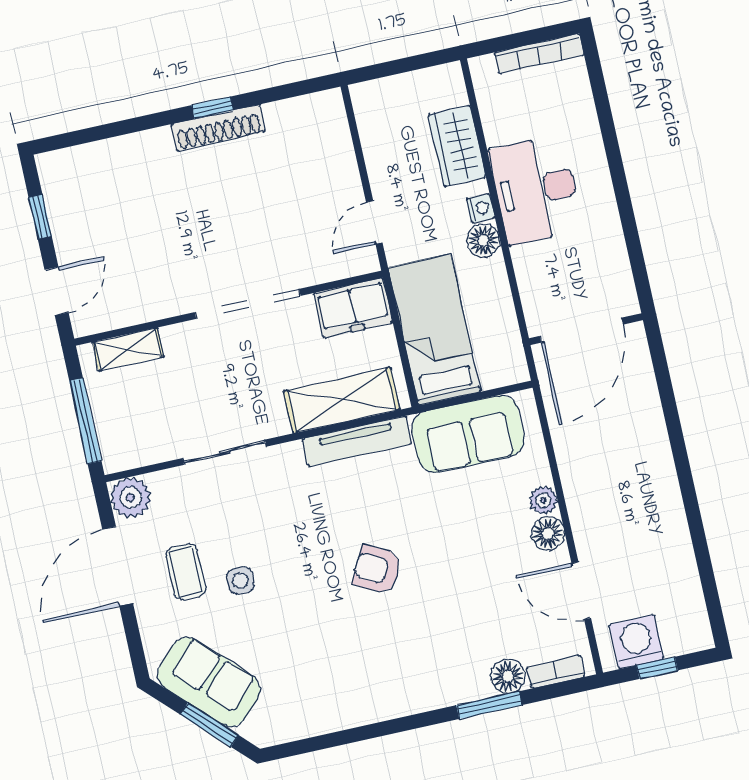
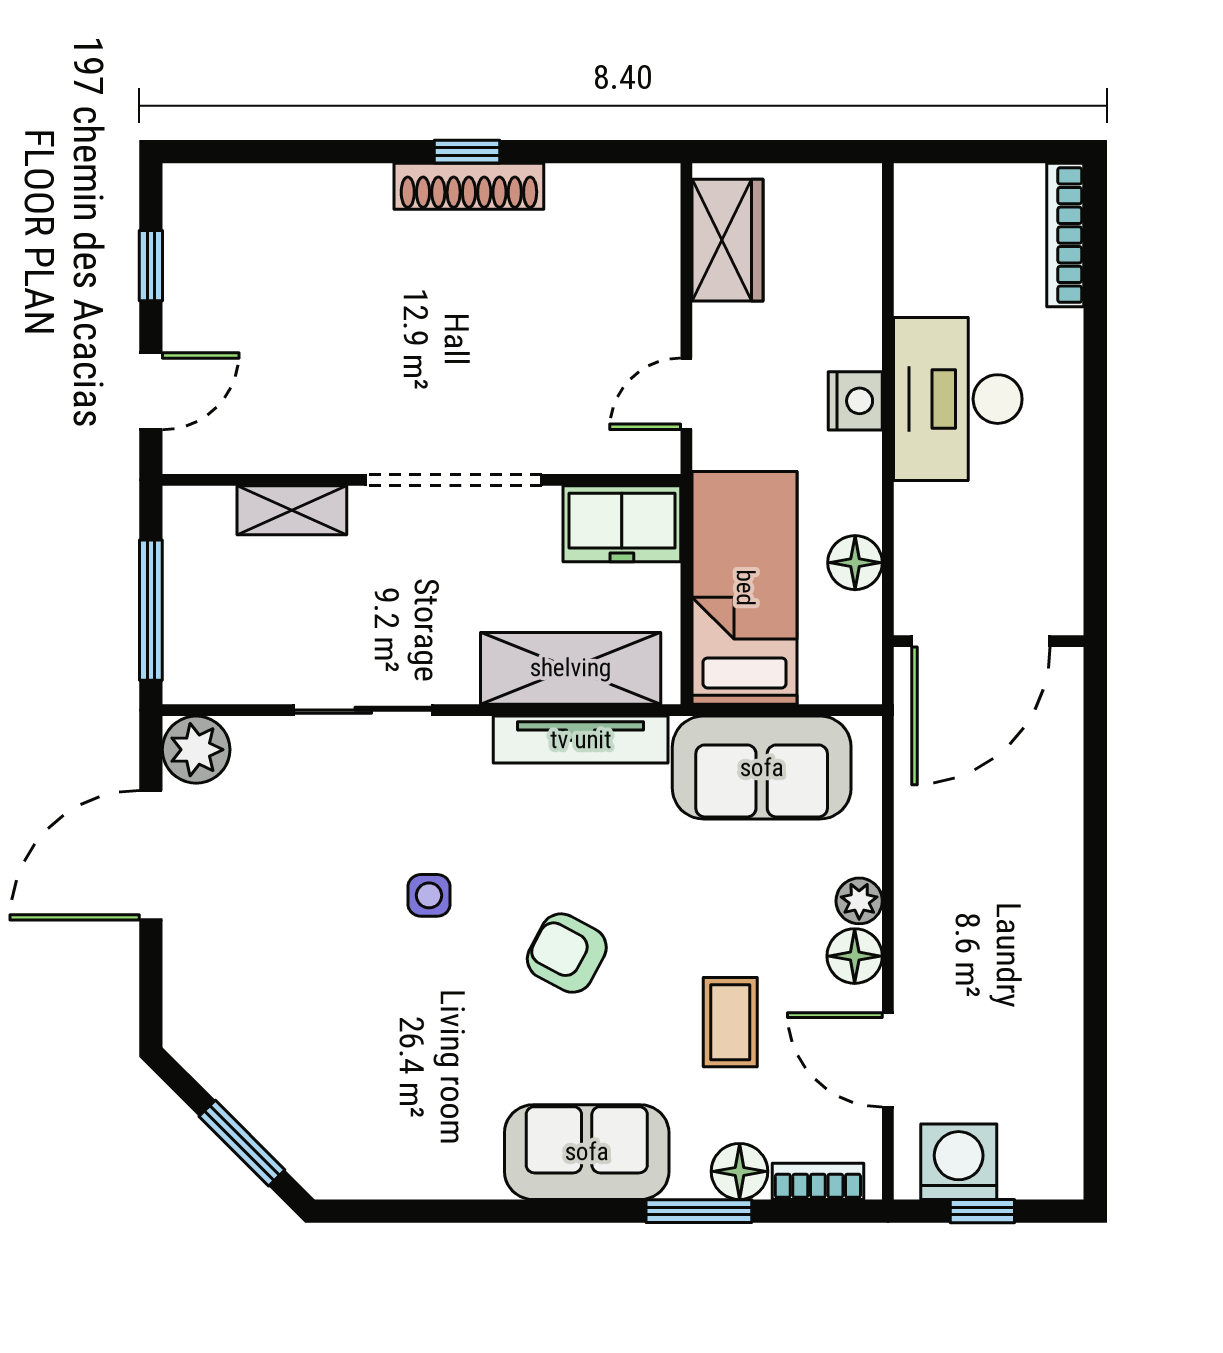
bookcase: (539, 54) -> (1065, 235), moved, turned 90
wardrobe: (457, 146) -> (728, 240), moved, turned 180
nightstand: (481, 208) -> (855, 401), width x1.39, depth x1.35
floor lamp: (483, 241) -> (855, 563), moved
shelving: (128, 349) -> (292, 510), moved
coffee table: (186, 572) -> (730, 1022), moved
side table: (240, 580) -> (429, 895), moved
sofa: (209, 682) -> (587, 1152), moved, turned -45

